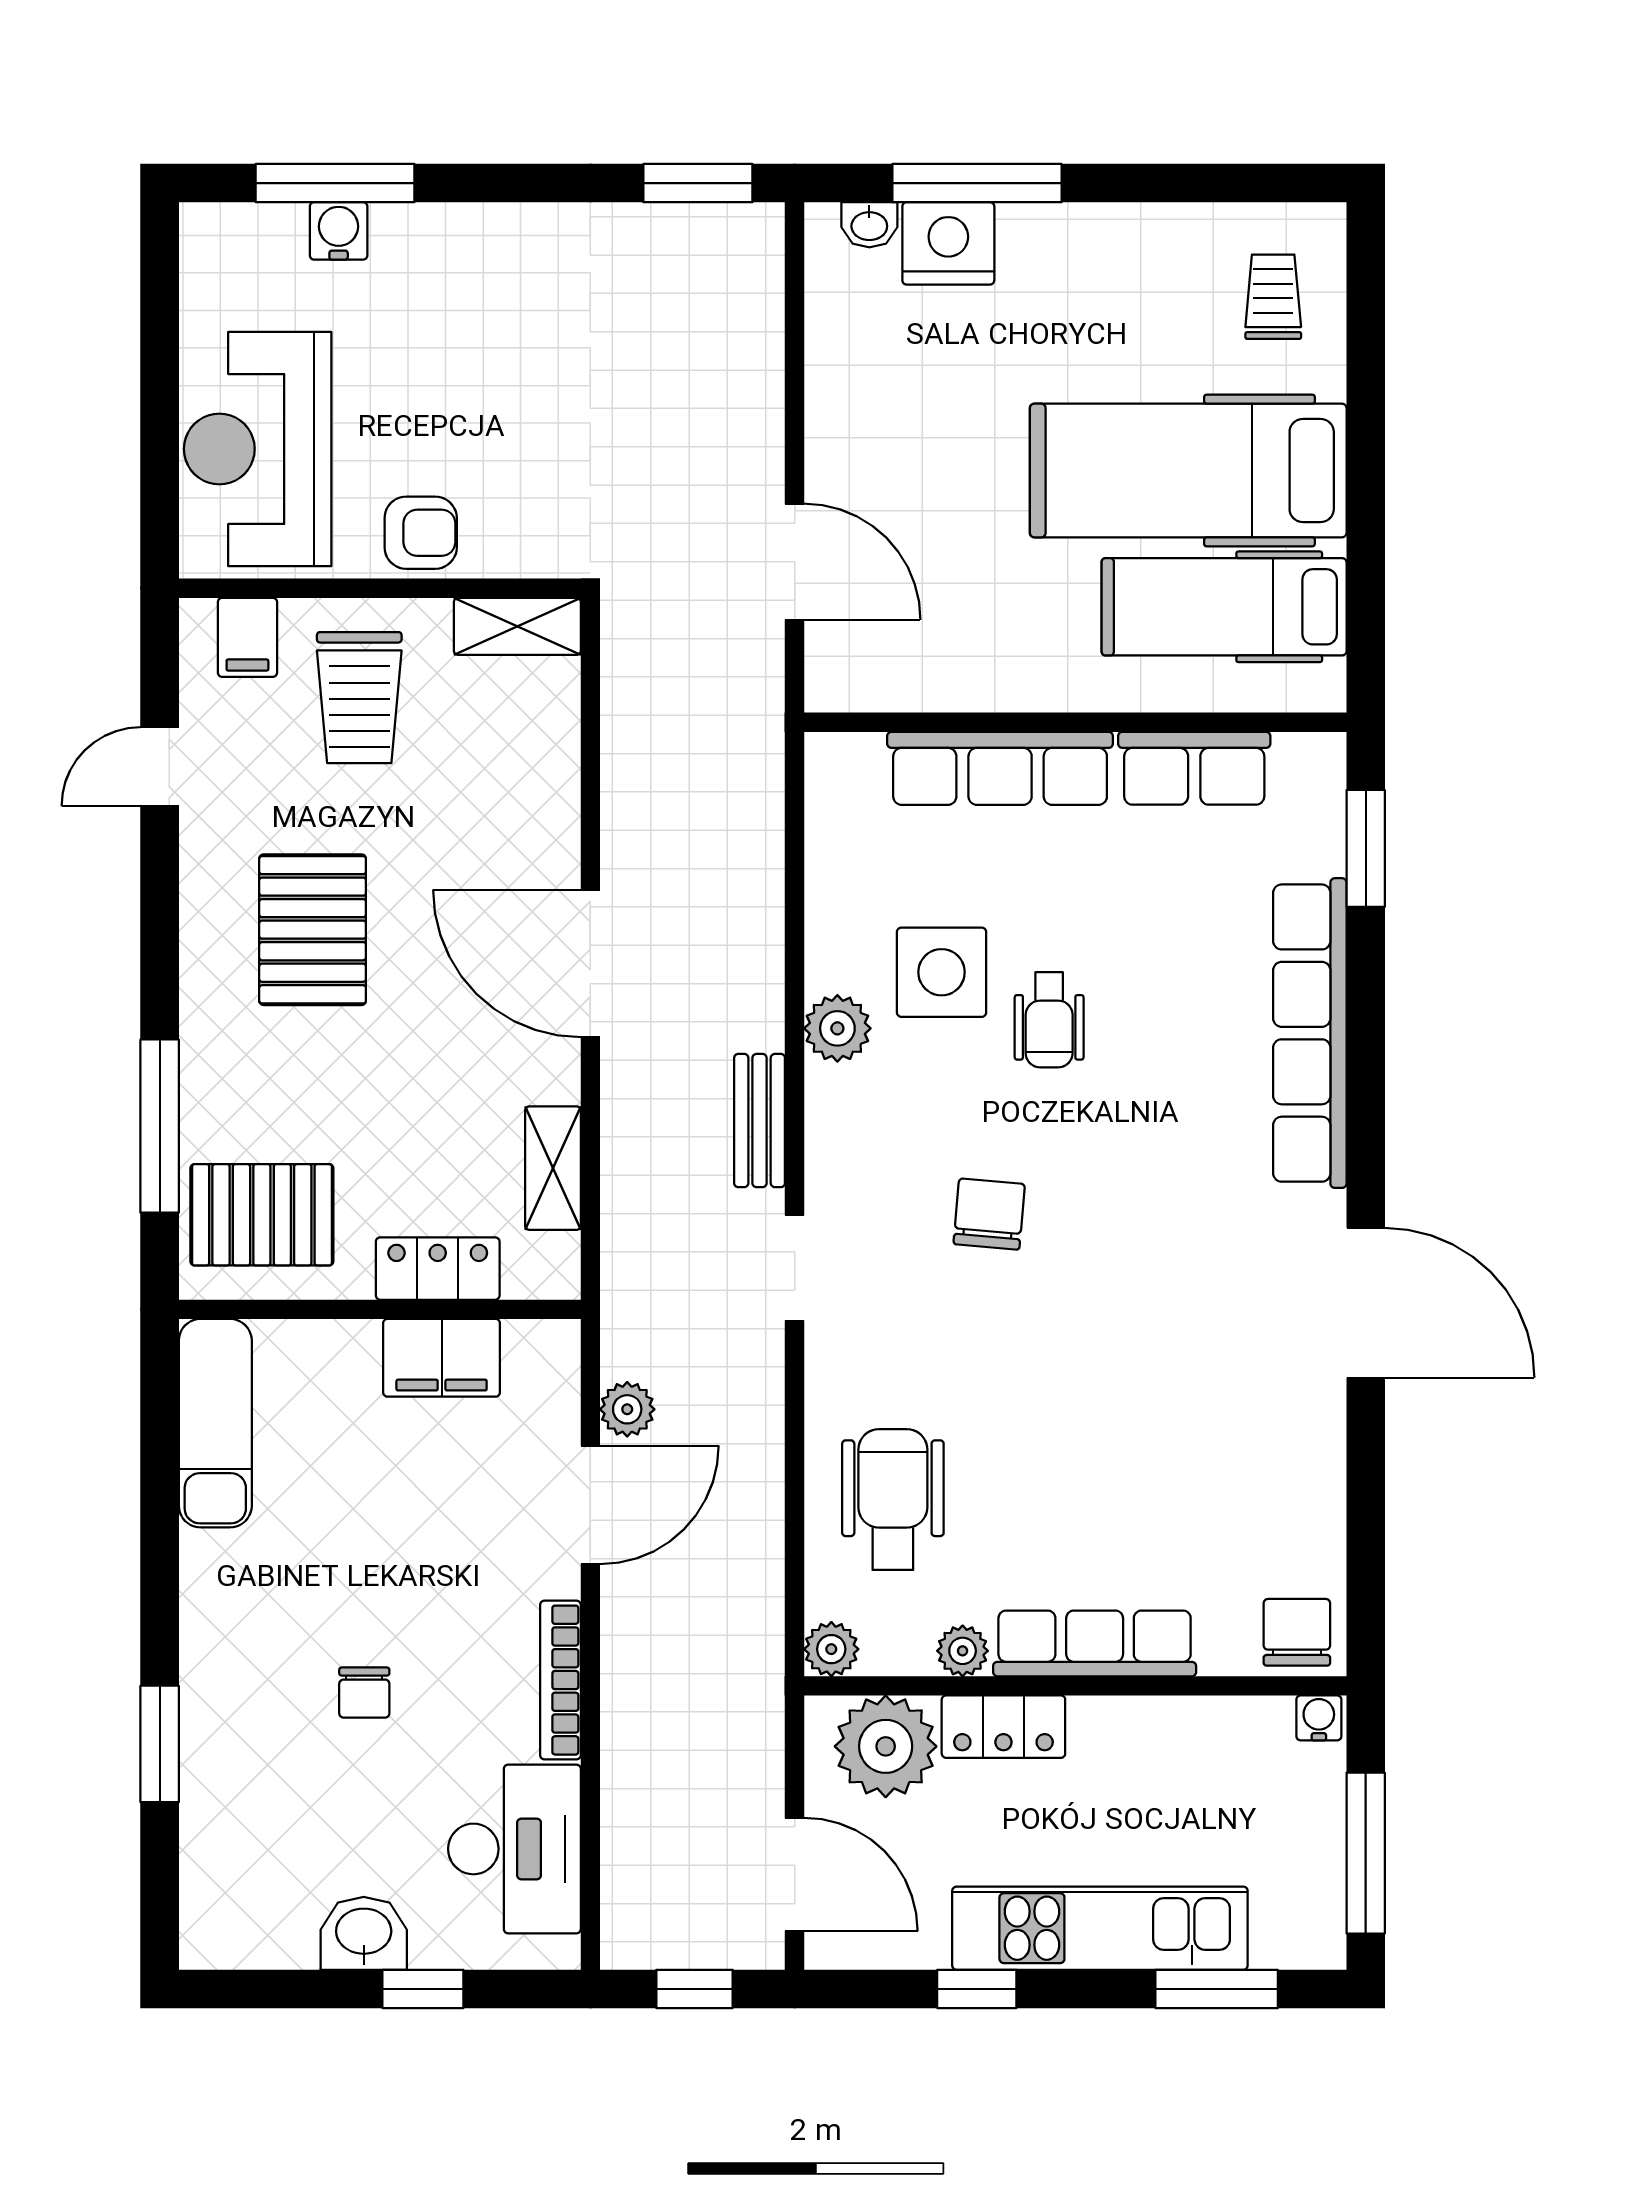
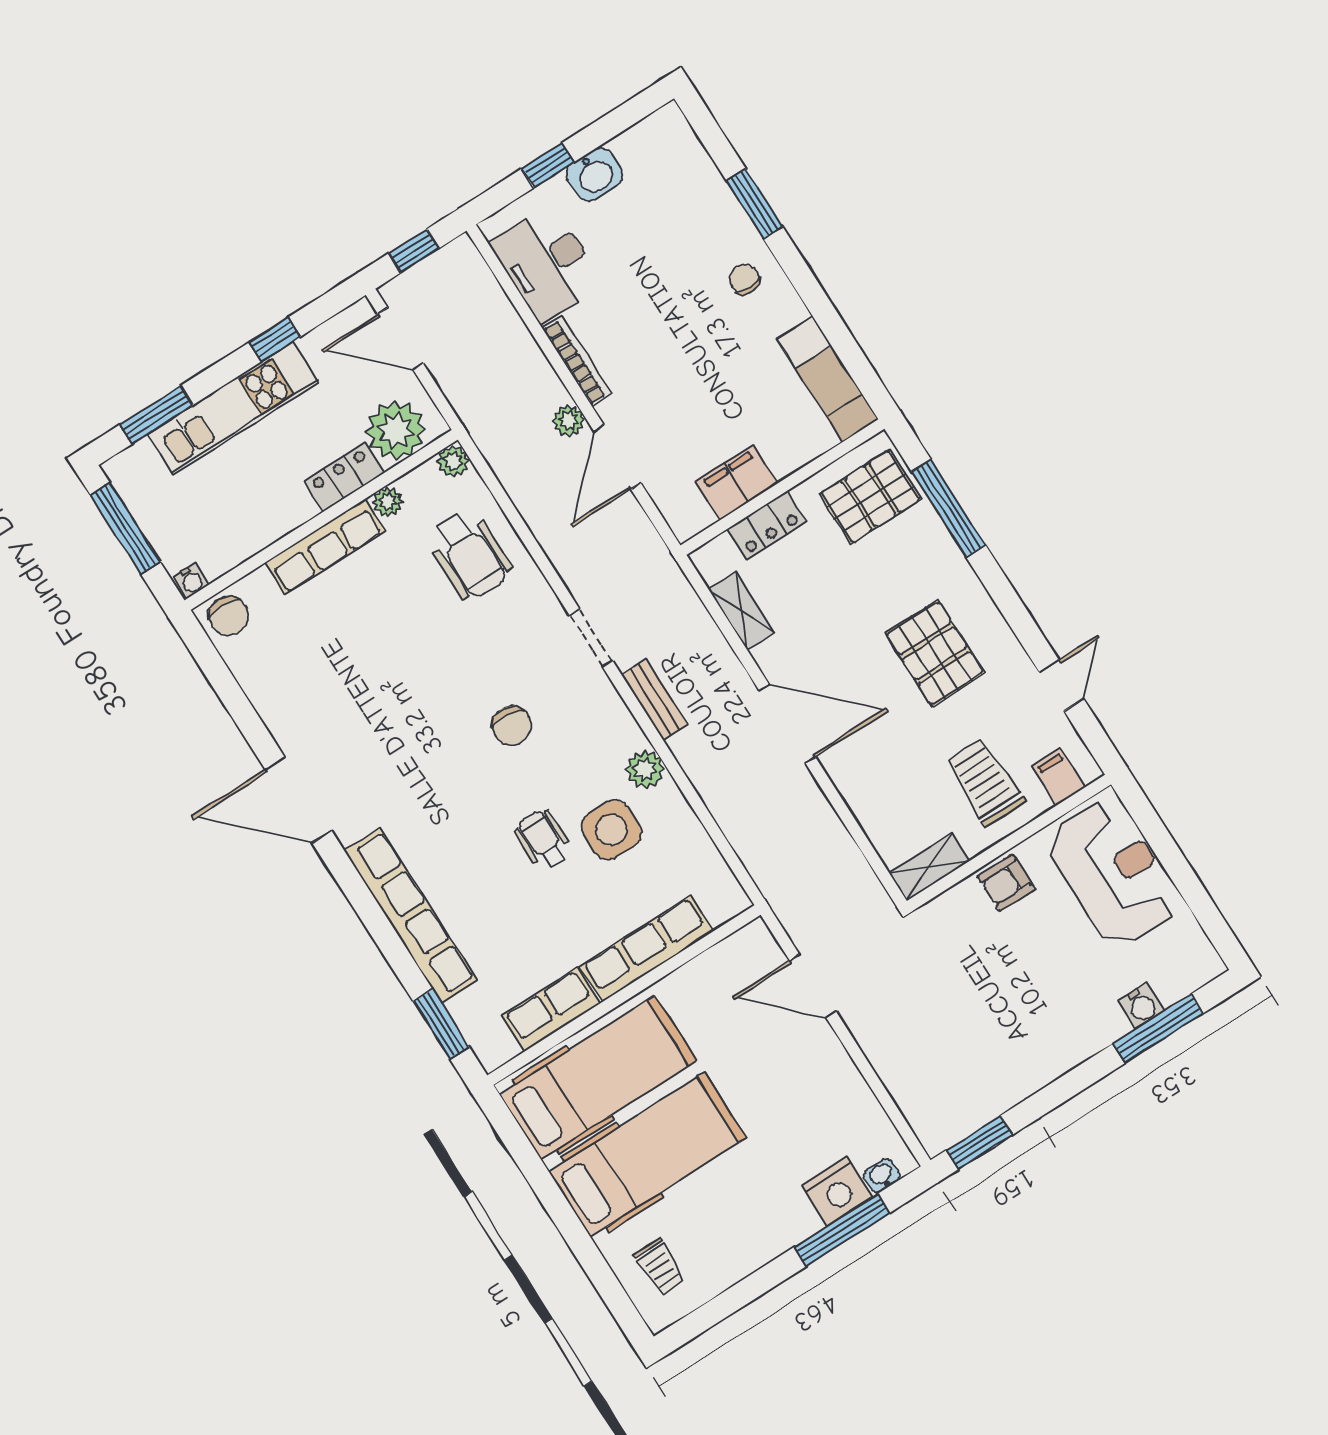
hospital bed: (1224, 607) -> (598, 1078), width x1.37, depth x1.29
plant: (627, 1409) -> (569, 421), moved
chair: (364, 1693) -> (745, 279), moved

